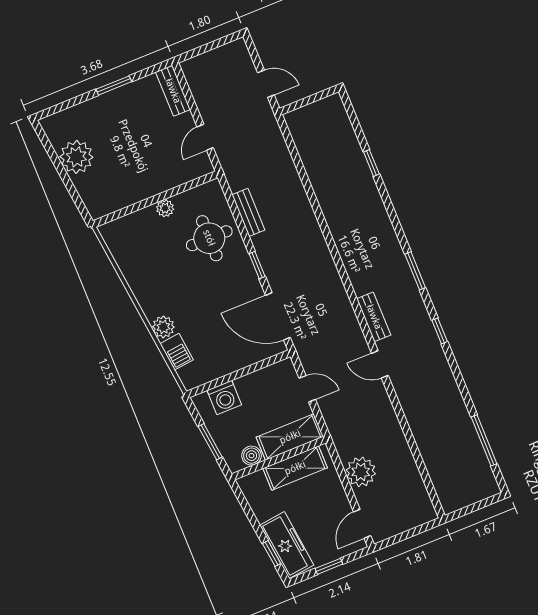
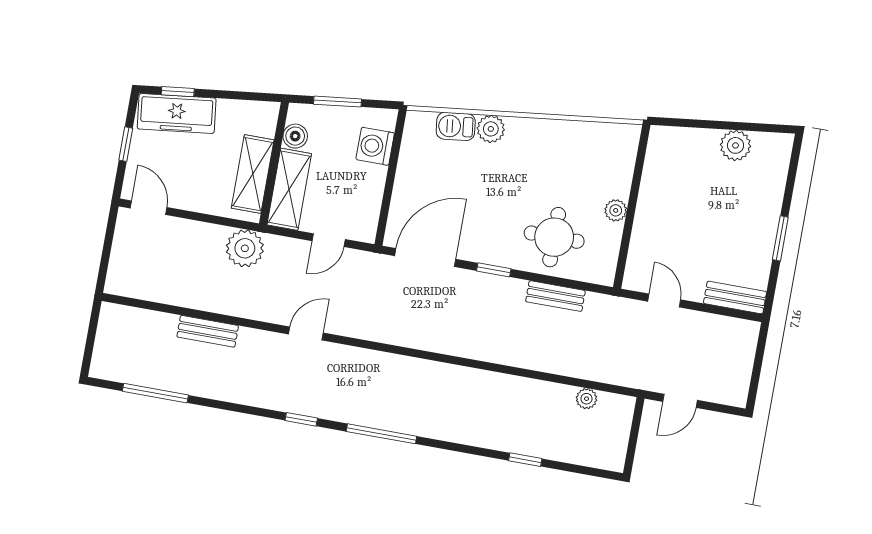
plant: (304, 148) -> (586, 399), added
plant: (76, 157) -> (736, 145), width x0.73, depth x0.73
window: (415, 271) -> (381, 434), width x1.44
bench: (374, 317) -> (208, 331), moved
plant: (361, 472) -> (245, 248), moved

